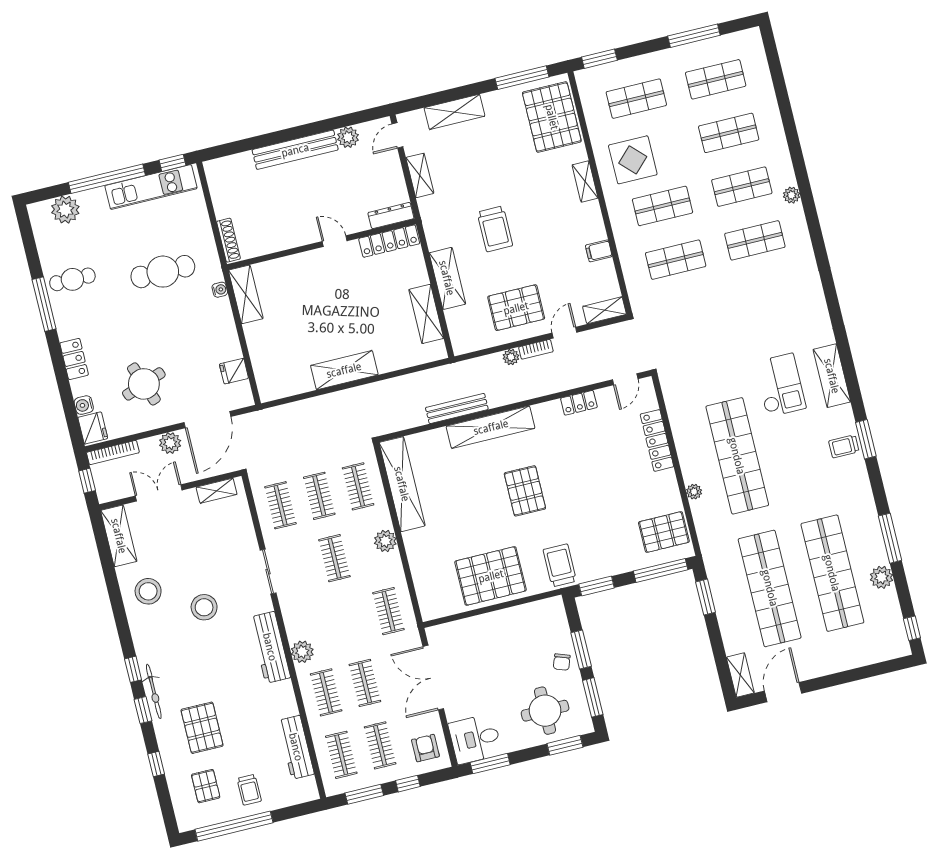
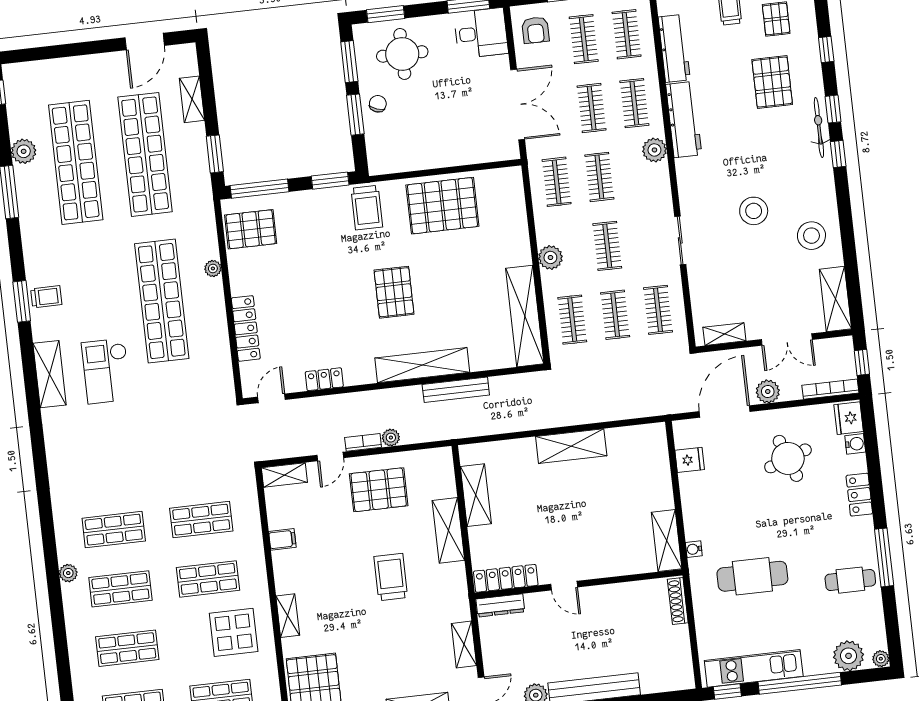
plant: (35, 211) -> (881, 659), added
clothes rail: (350, 621) -> (599, 177), added
workbench: (270, 647) -> (684, 120), moved
shelving: (740, 675) -> (192, 99), moved

